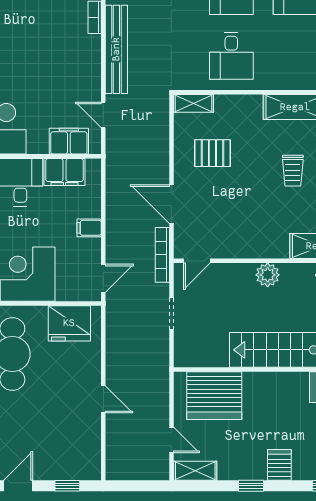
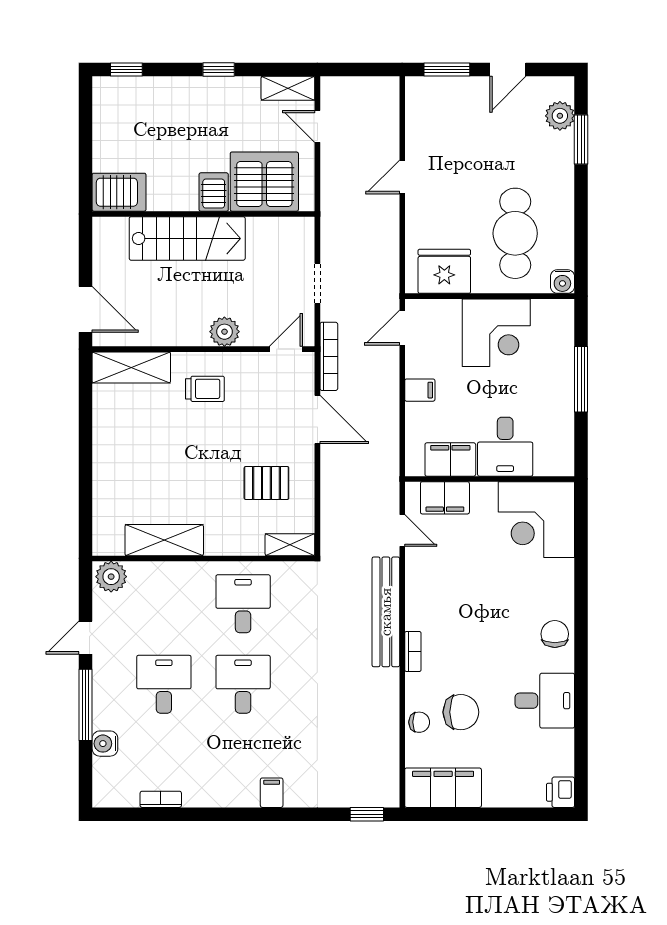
trolley: (293, 171) -> (205, 389), moved, turned 90
plant: (268, 275) -> (224, 332), moved
door: (103, 399) -> (402, 177), hinge flipped
server rack: (279, 465) -> (214, 192), moved, turned 180
window: (67, 486) -> (447, 70), width x1.50

